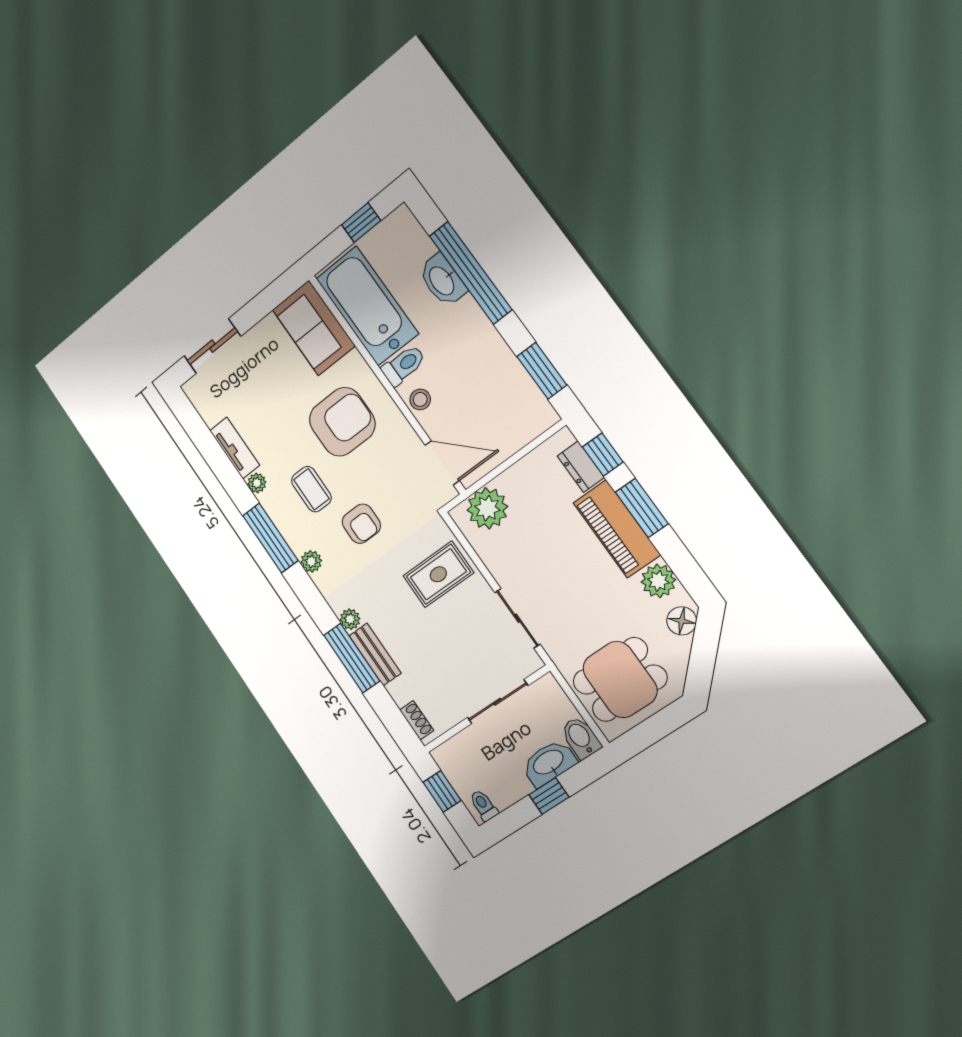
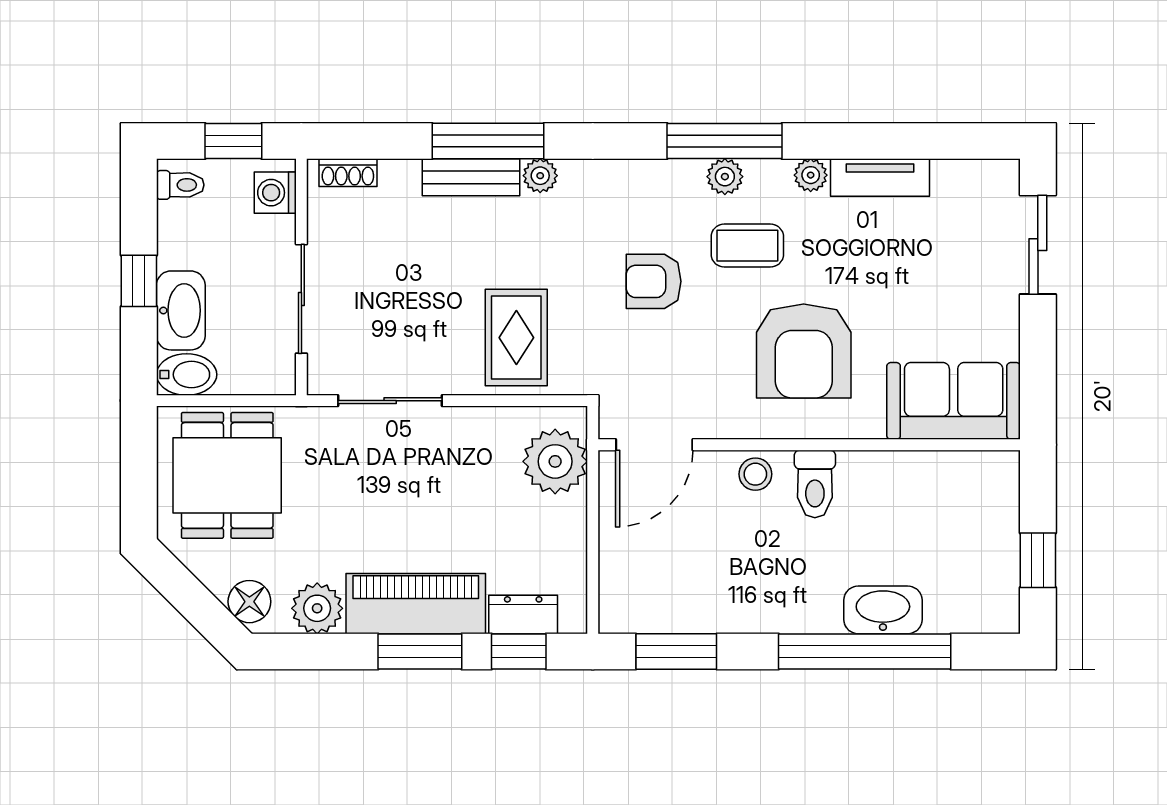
bathtub: (367, 306) -> (927, 491), removed
plant: (311, 561) -> (725, 177), moved
washing machine: (453, 752) -> (275, 193), added

